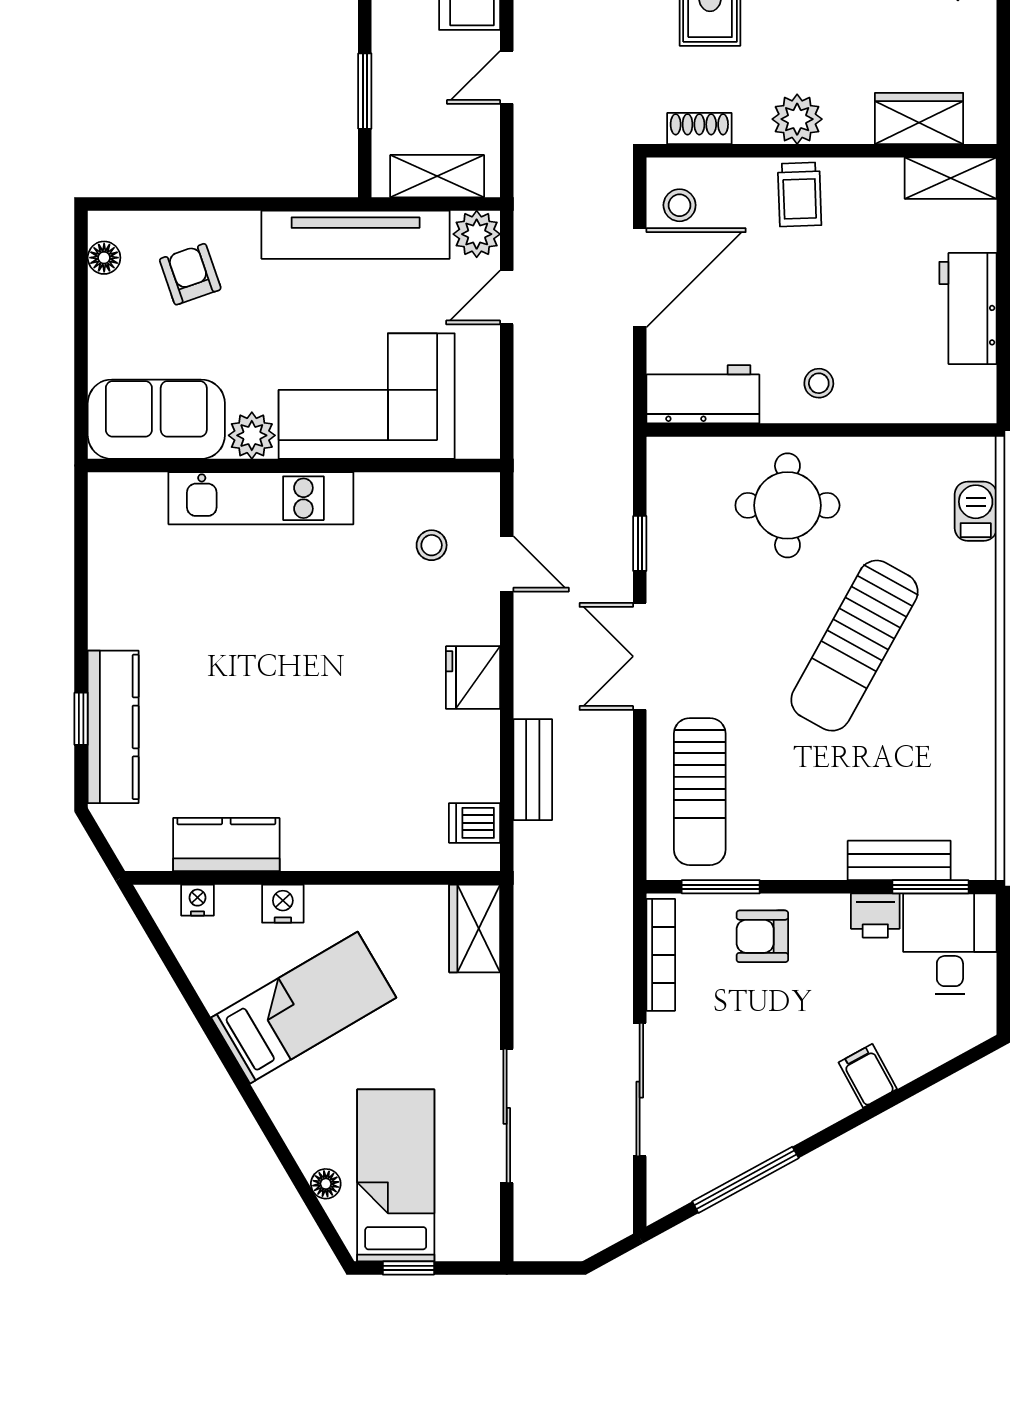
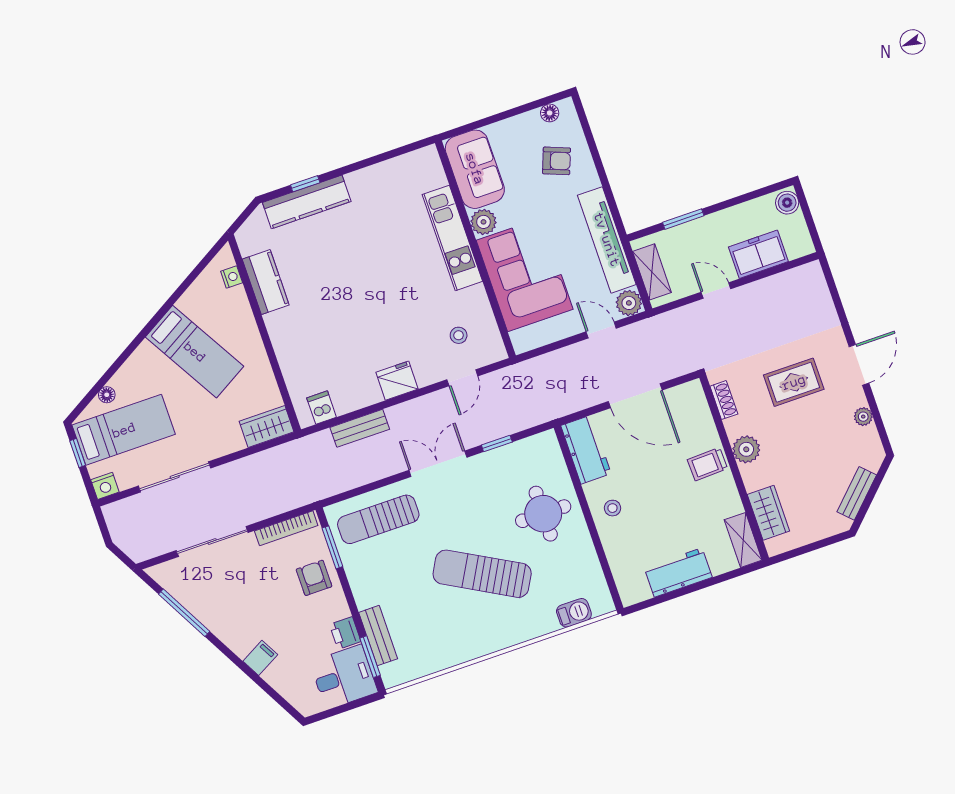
stool: (680, 205) -> (680, 404), removed
armchair: (190, 274) -> (557, 161), turned 40
nightstand: (283, 904) -> (105, 486), moved, turned 90

